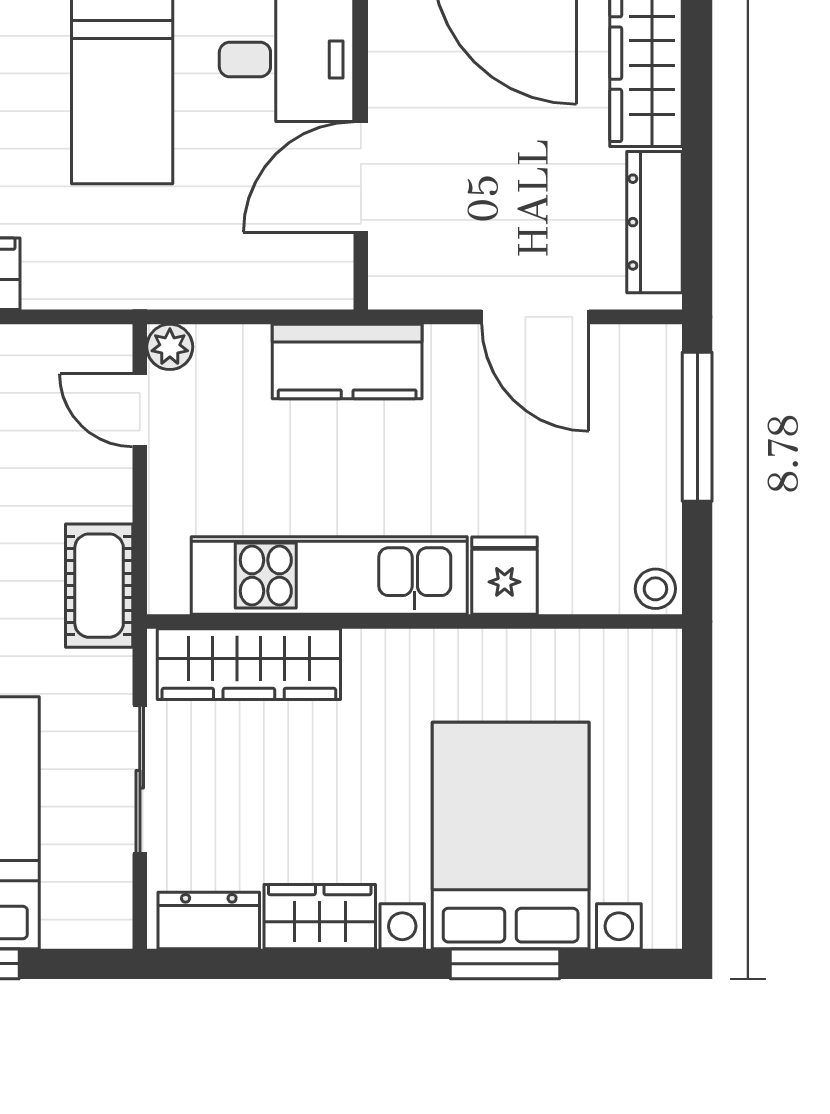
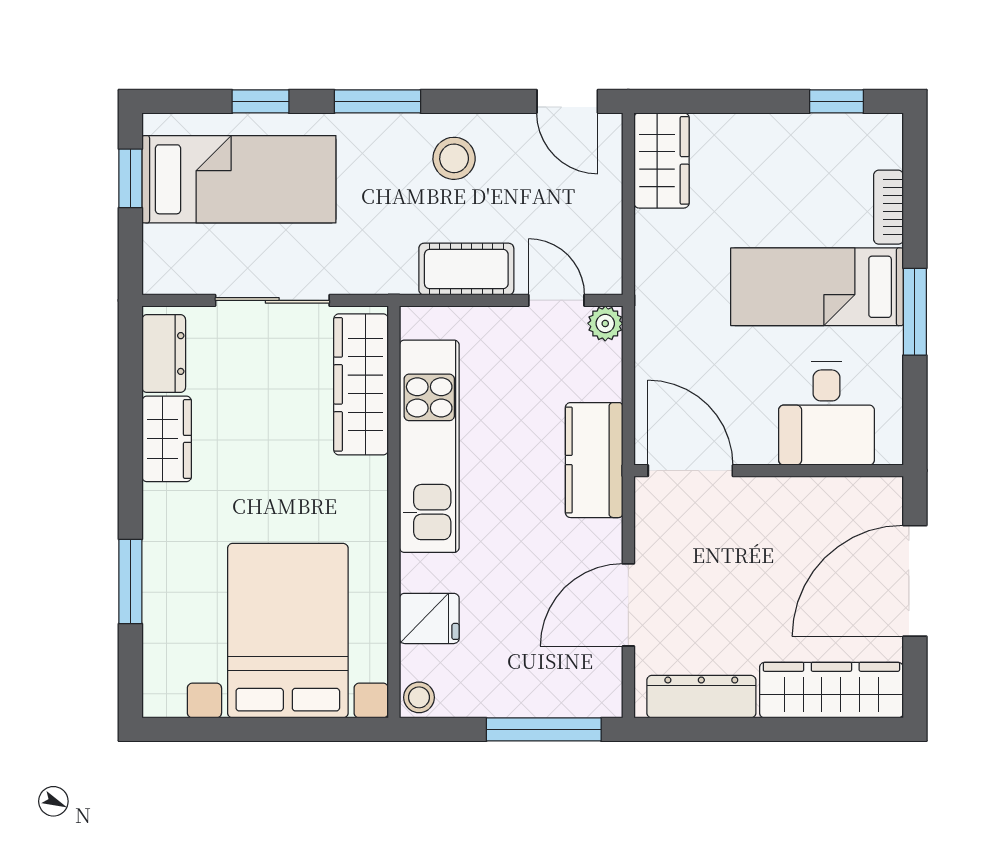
door: (361, 177) -> (690, 471), moved
door: (140, 410) -> (556, 300), hinge flipped
fridge: (505, 576) -> (429, 618), moved
cot: (99, 586) -> (466, 269), moved
bed with nightstands: (511, 835) -> (288, 631), moved, turned -90

